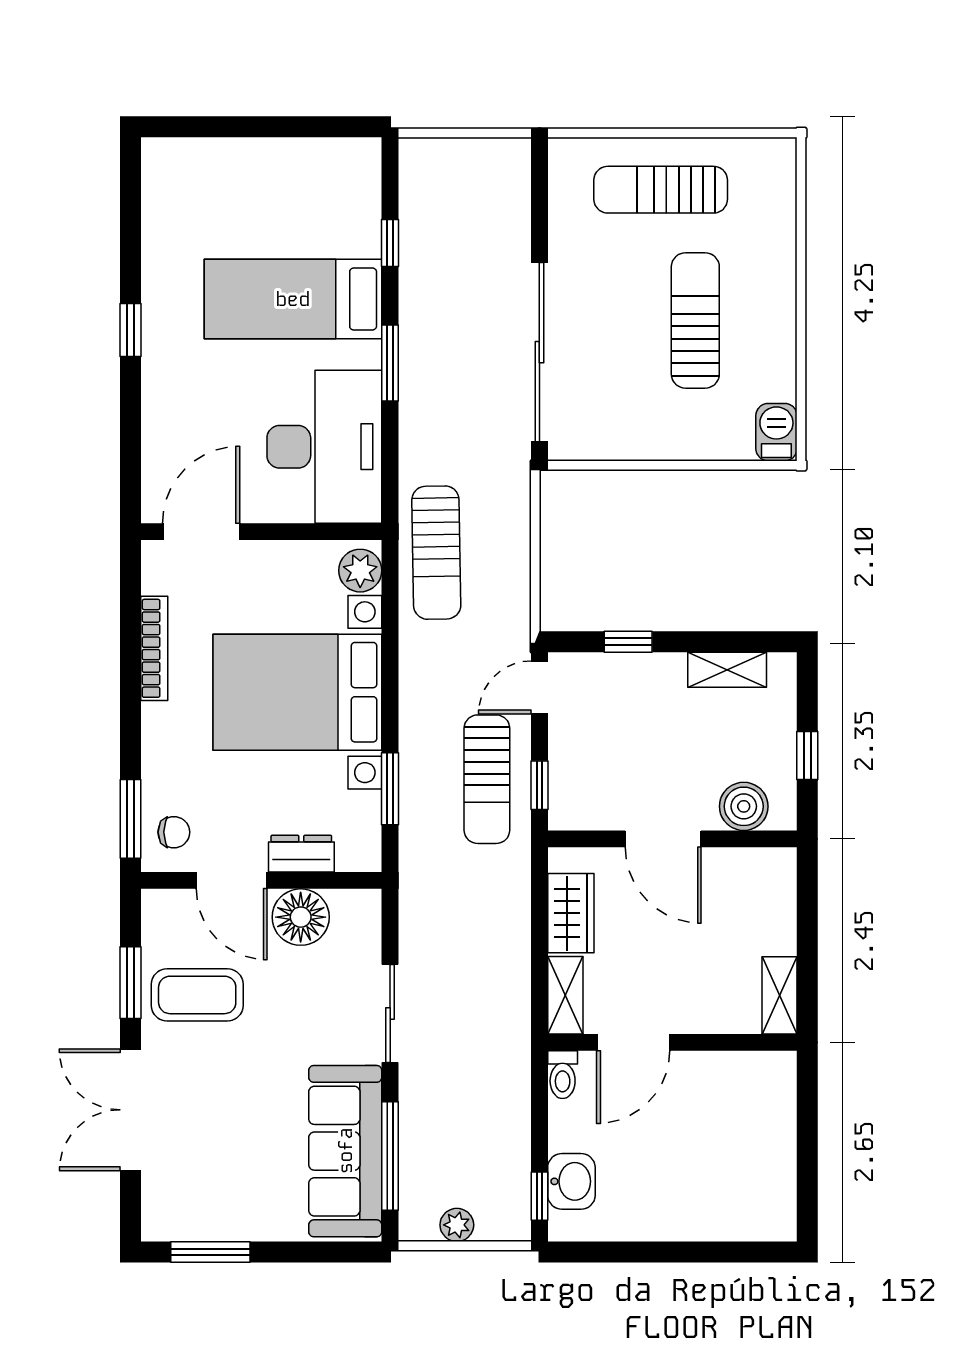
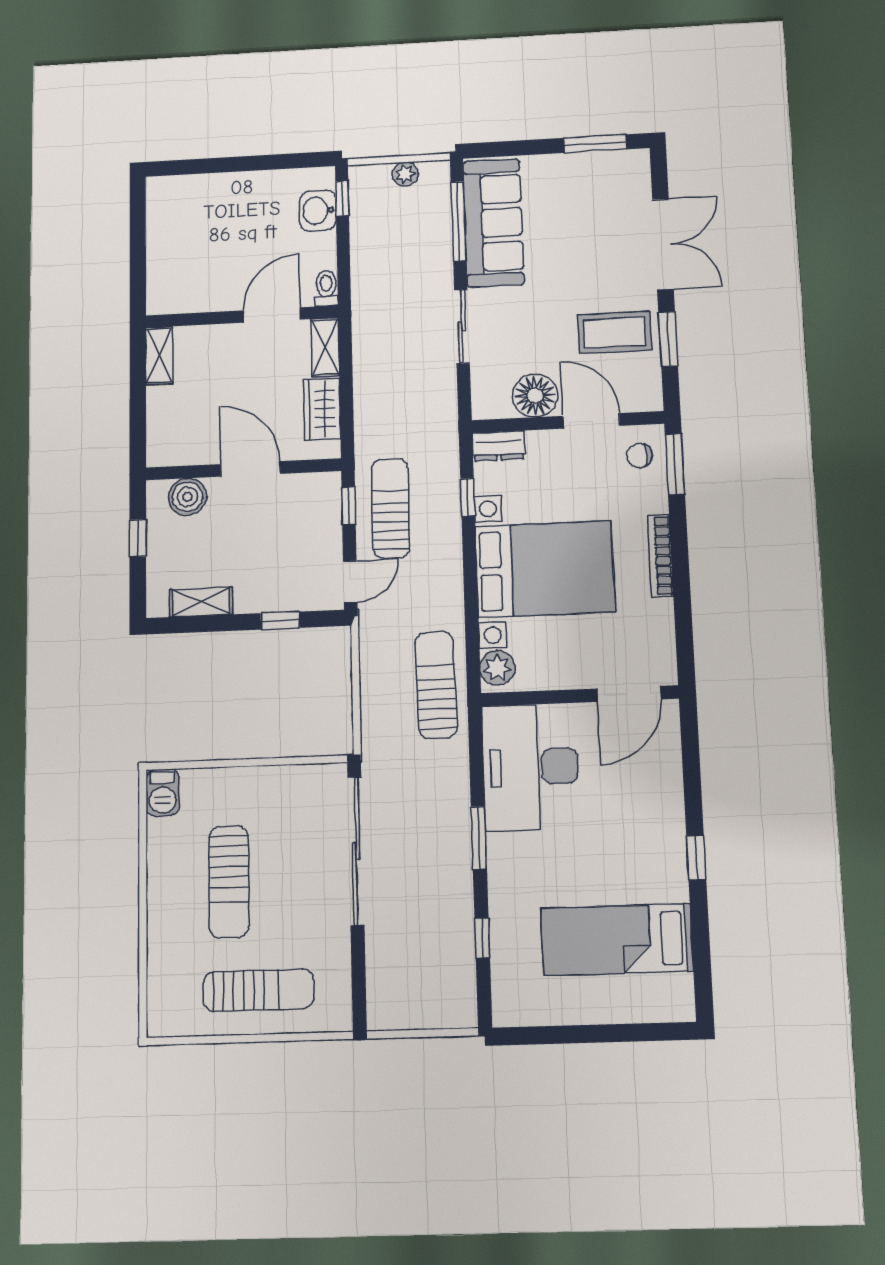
bed: (293, 299) -> (617, 940), moved, turned 180
bookcase: (154, 648) -> (661, 556), moved
window: (390, 789) -> (468, 497), width x0.67
dresser: (301, 854) -> (499, 446), moved

